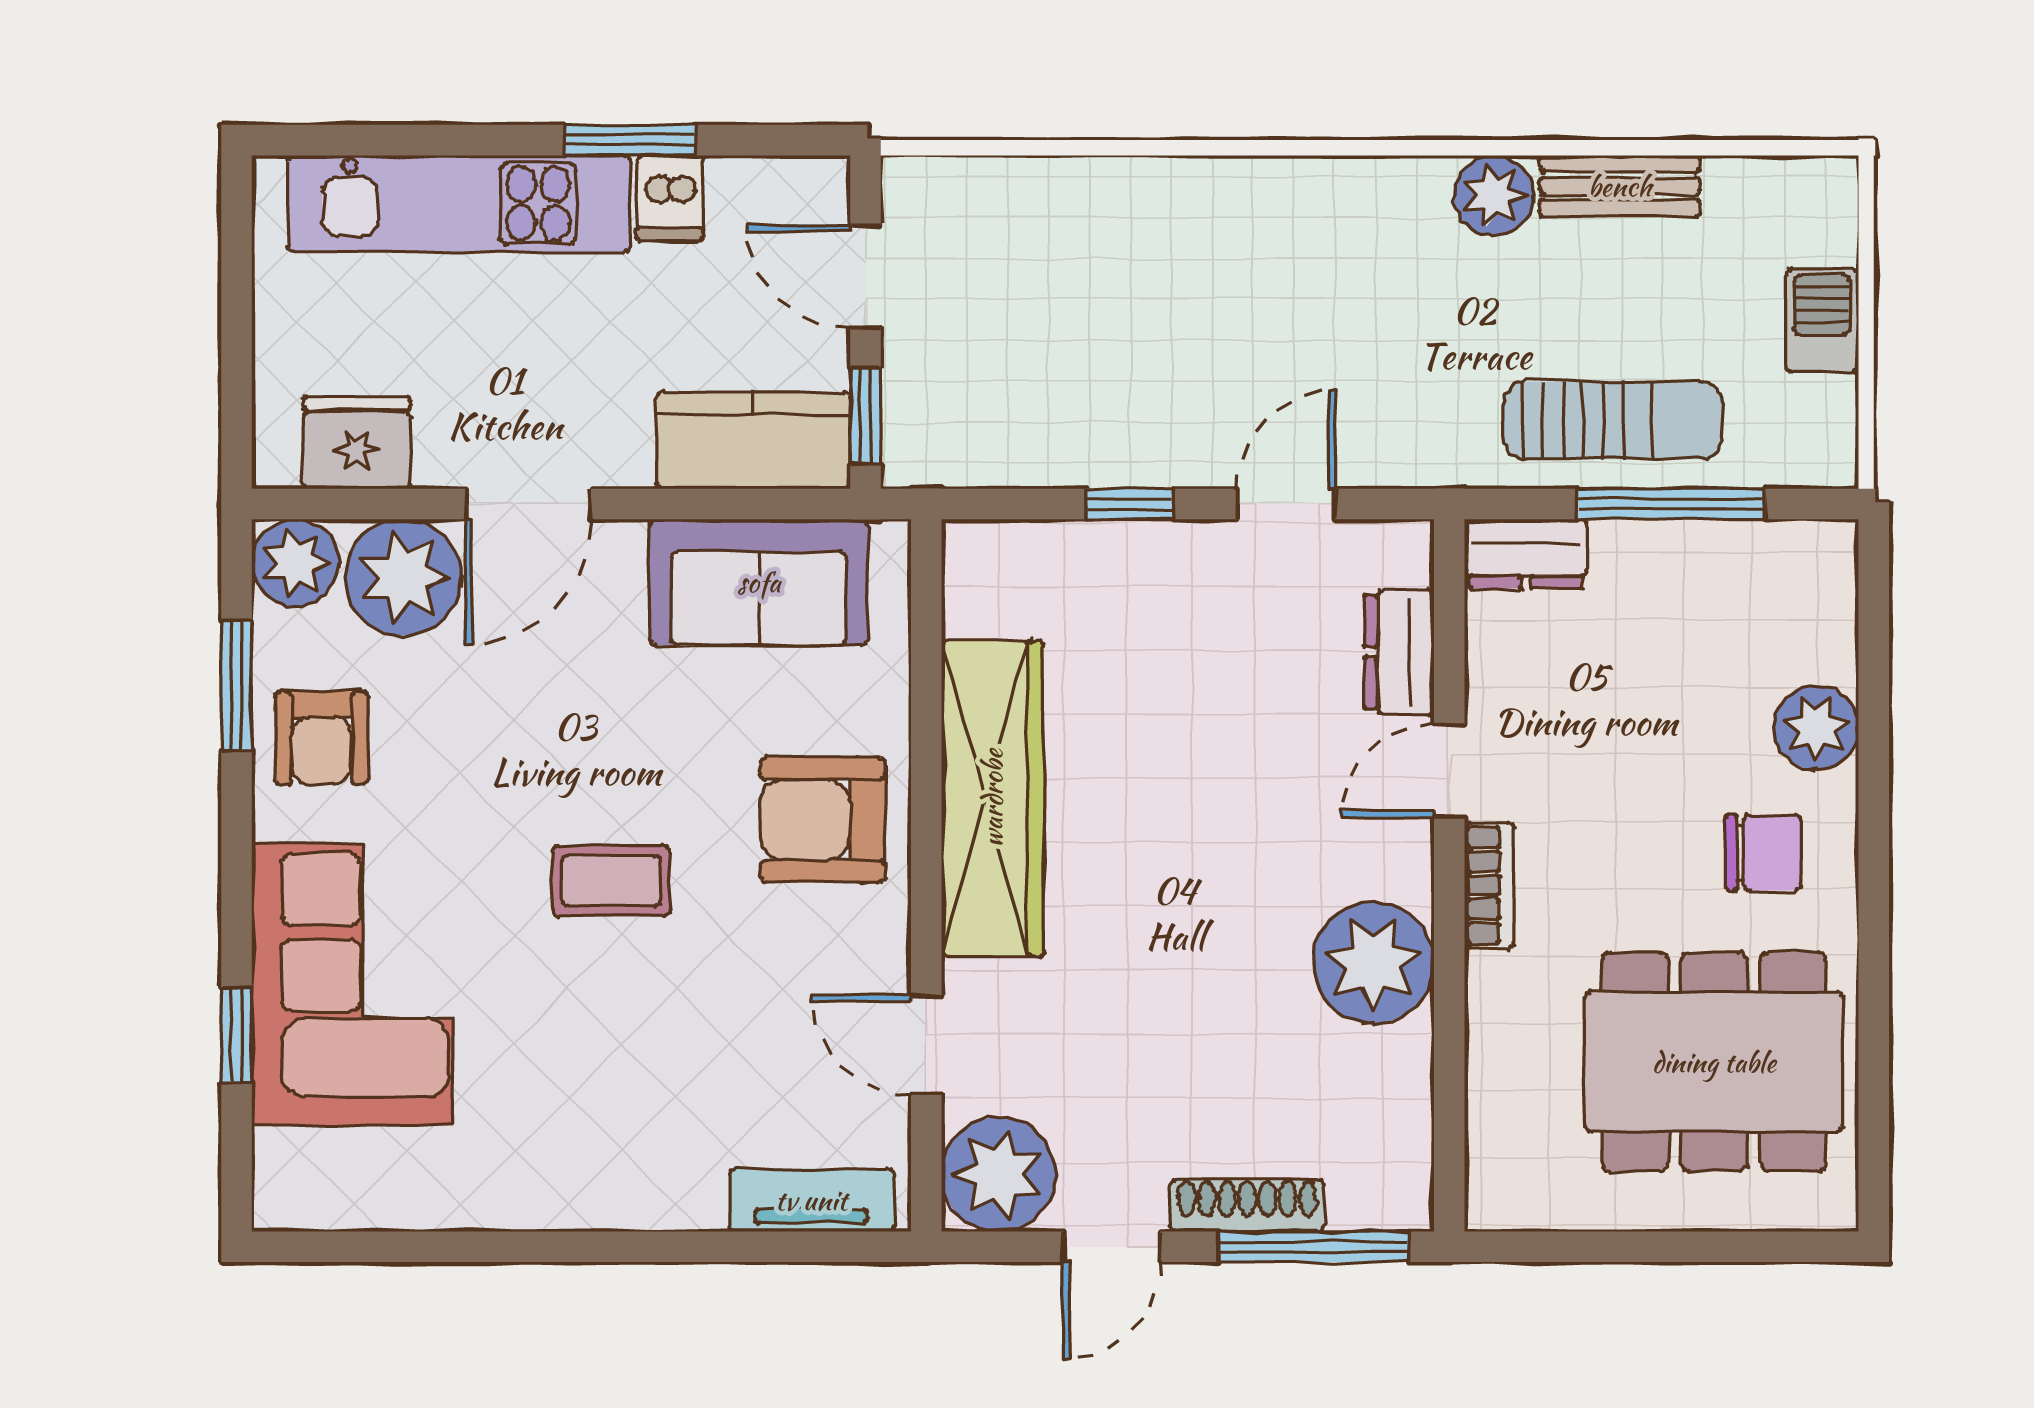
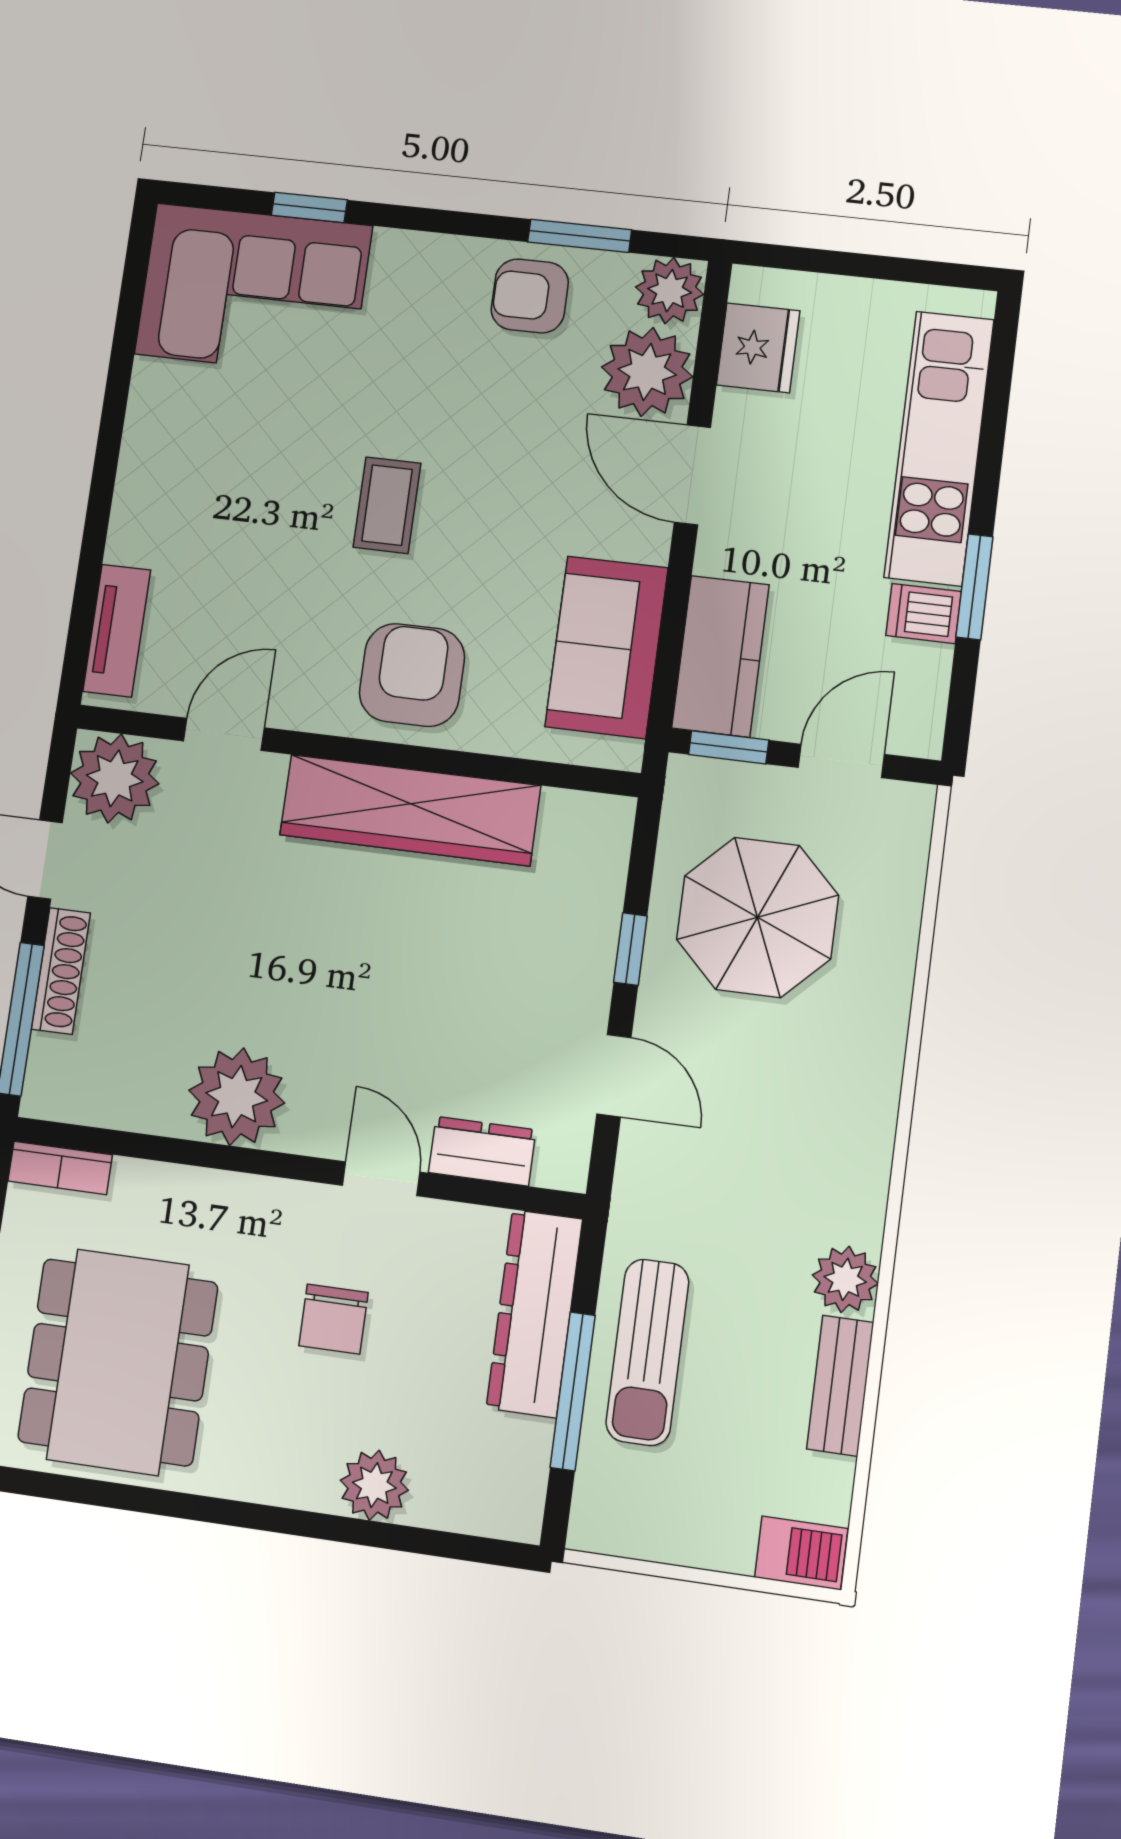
barbecue: (1822, 320) -> (801, 1553), moved
parasol: (1071, 354) -> (758, 917), added
dresser: (1526, 554) -> (534, 1313), width x1.96, depth x1.24
chair: (1763, 853) -> (334, 1319), moved
bookcase: (1489, 885) -> (60, 1168), moved
corner sofa: (352, 984) -> (253, 290), moved

